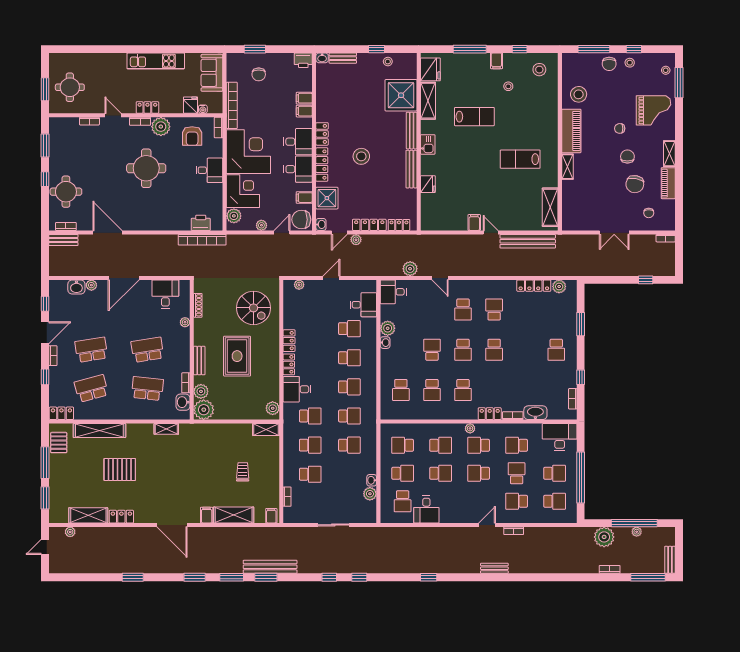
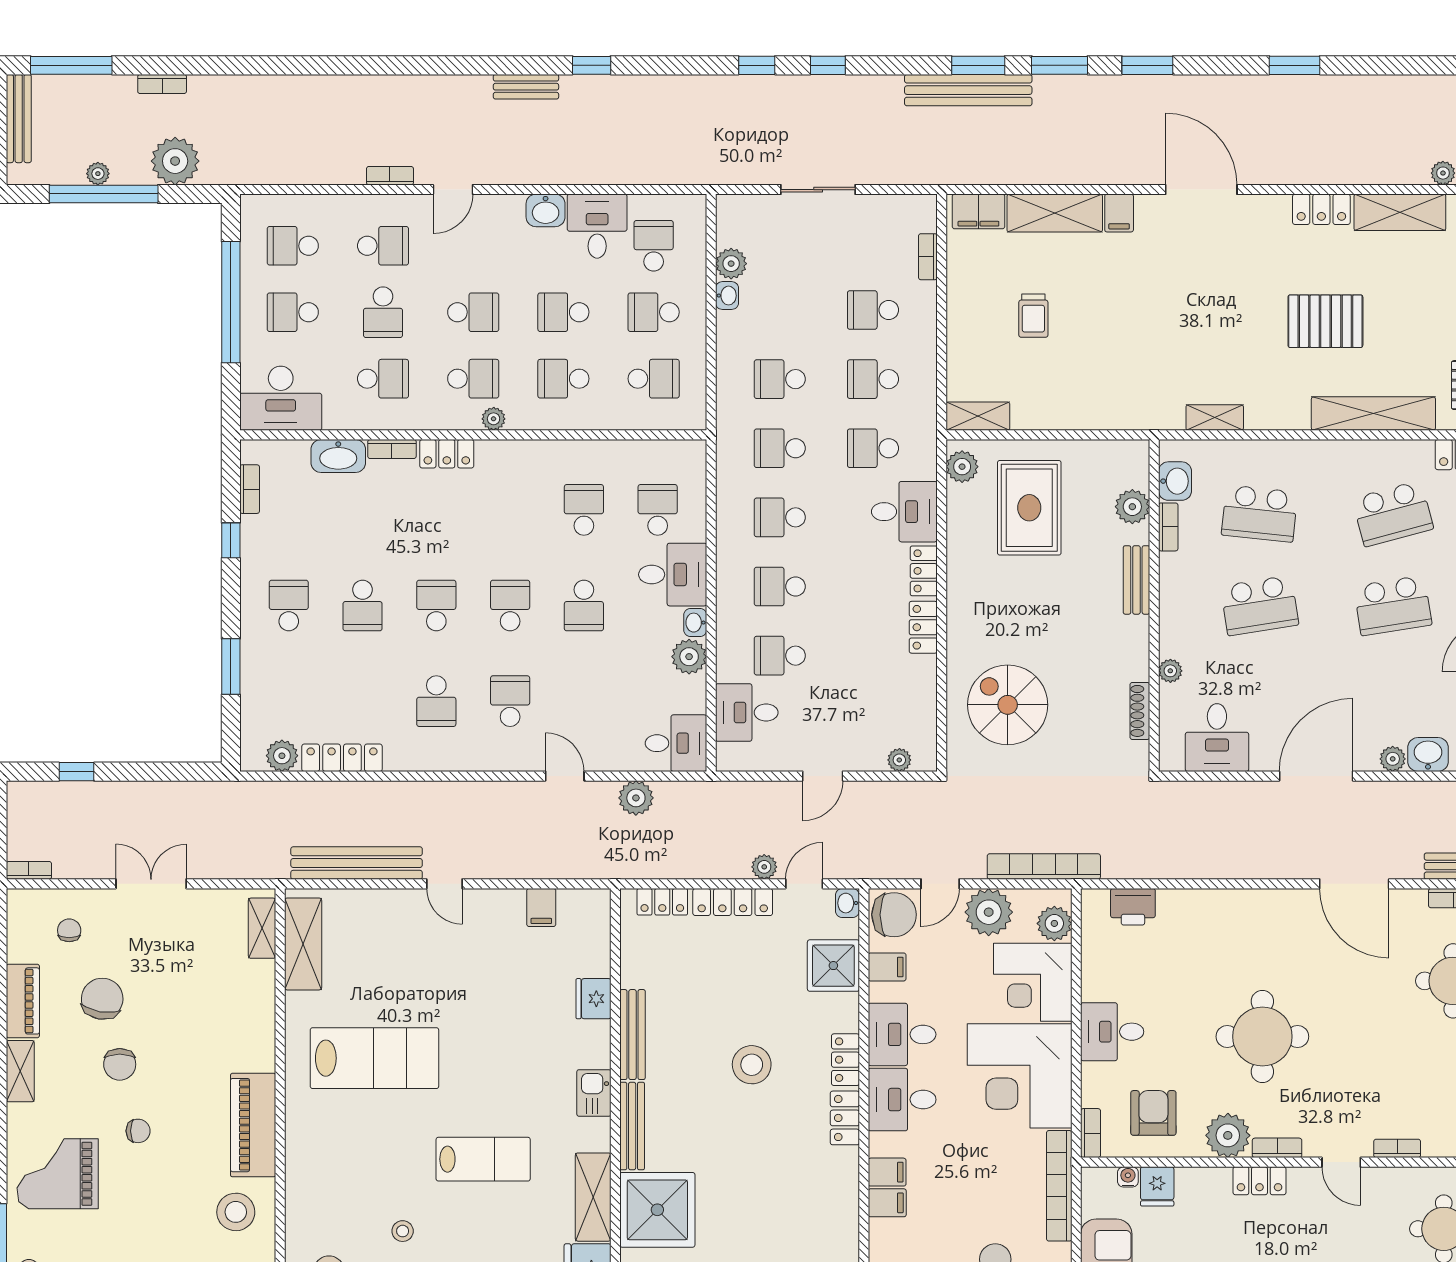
lab bench: (474, 117) -> (483, 1159), turned 180
lab bench: (520, 159) -> (374, 1058), width x1.36, depth x1.39
locker: (322, 165) -> (845, 1060), width x0.66
shelving: (567, 167) -> (262, 928), moved
filing cabinet: (474, 223) -> (541, 908), moved
plant: (261, 225) -> (989, 912), width x1.88, depth x1.88
bookcase: (202, 240) -> (1044, 867), moved
rug: (237, 356) -> (1029, 508), moved
desk: (395, 363) -> (673, 575), added
school desk: (463, 390) -> (363, 606), moved, turned 180
plant: (204, 410) -> (1126, 463), removed
filing cabinet: (271, 516) -> (978, 211), width x2.00
washbasin: (448, 516) -> (546, 210), added
bench: (670, 560) -> (19, 119), width x1.36
bench: (494, 568) -> (526, 87), moved

